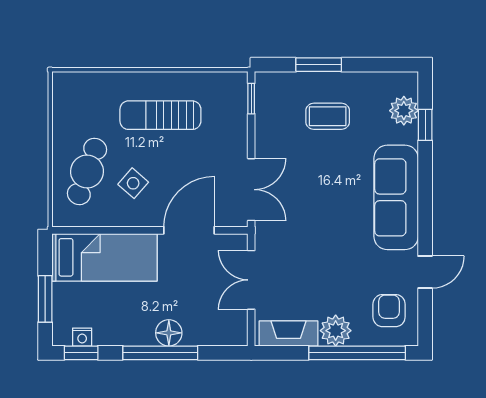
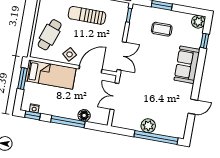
plant: (404, 111) -> (198, 22), moved
side table: (133, 183) -> (70, 54), moved
sofa: (396, 197) -> (187, 65), width x0.73
window: (45, 299) -> (22, 78), moved
armchair: (389, 311) -> (174, 121), removed
floor lamp: (169, 333) -> (84, 115), moved
fireplace: (289, 333) -> (127, 123), removed

